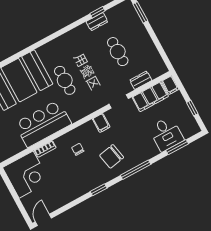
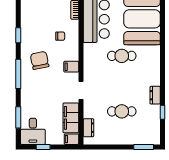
dresser: (97, 22) -> (155, 95), moved
dresser: (141, 80) -> (88, 128), moved
desk: (166, 134) -> (33, 131), moved, turned -90

